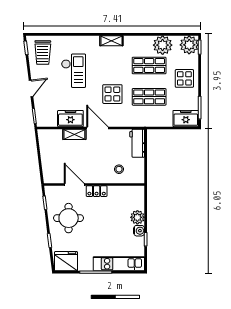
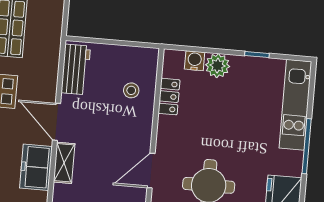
door: (97, 128) -> (56, 122), hinge flipped
workbench: (137, 143) -> (76, 69), moved, turned -90
locker: (97, 191) -> (169, 97), moved
water cooler: (139, 231) -> (195, 61), moved

